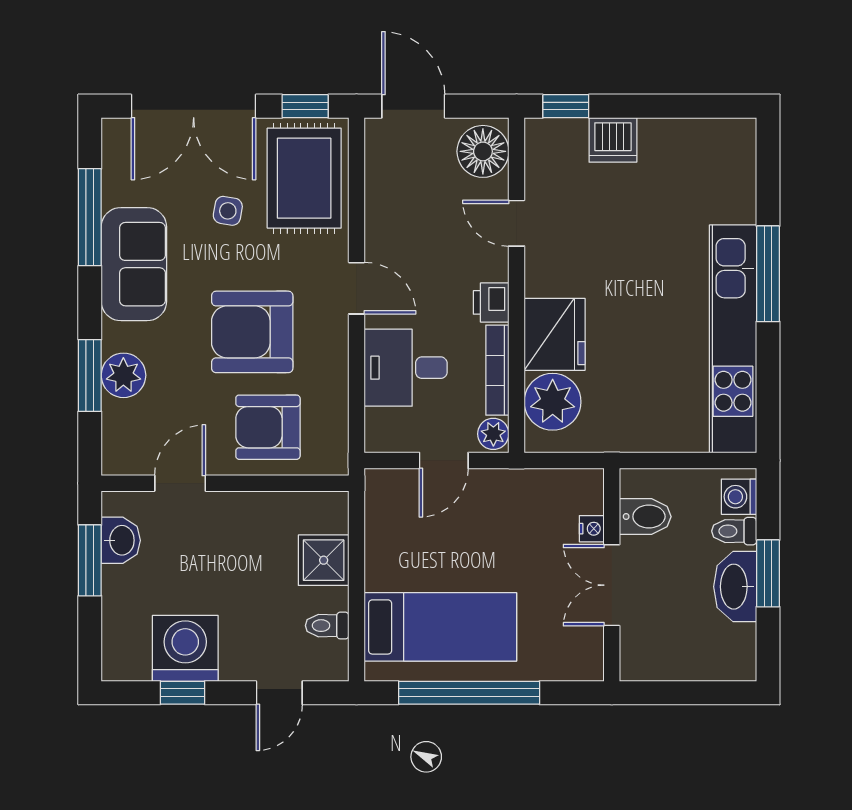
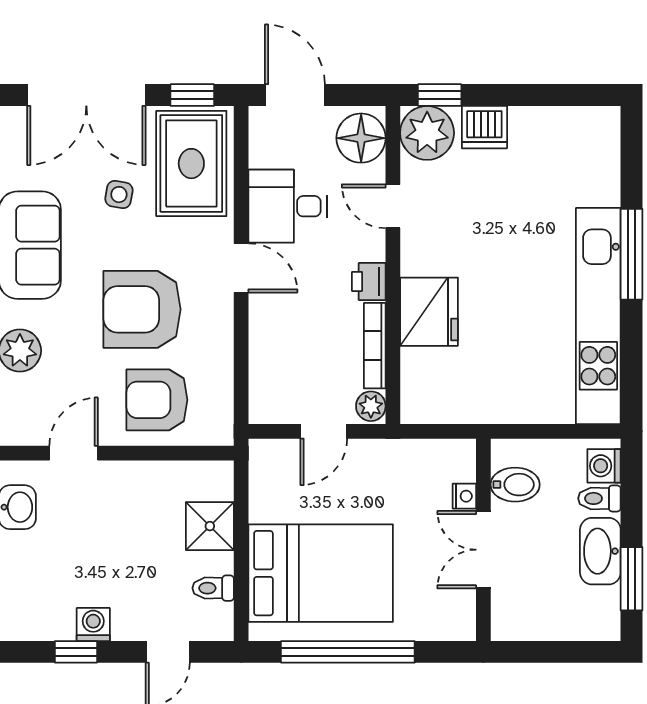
desk: (406, 368) -> (288, 206), moved
plant: (553, 402) -> (427, 133), moved
window: (768, 573) -> (632, 579), moved
bed: (440, 627) -> (321, 573), width x1.50
washing machine: (185, 648) -> (93, 625), width x0.53, depth x0.53

